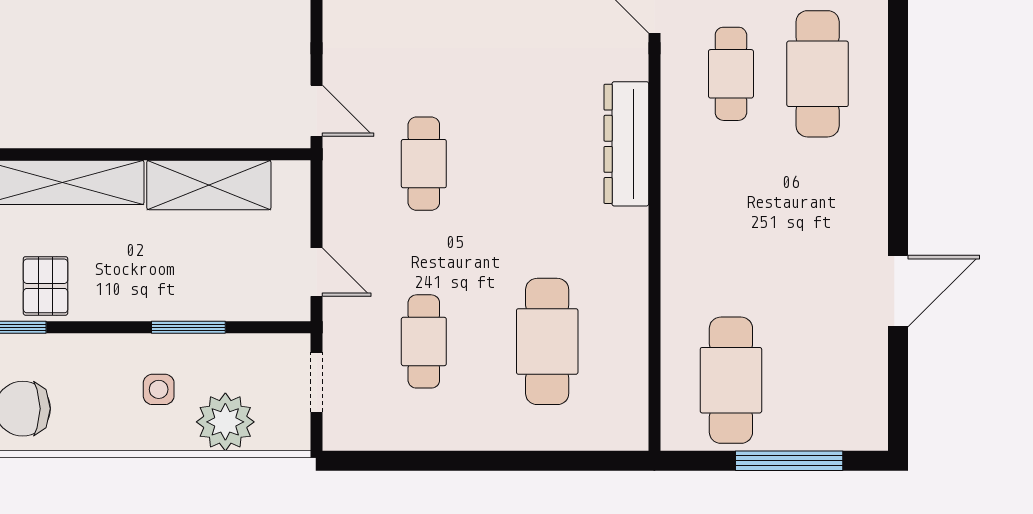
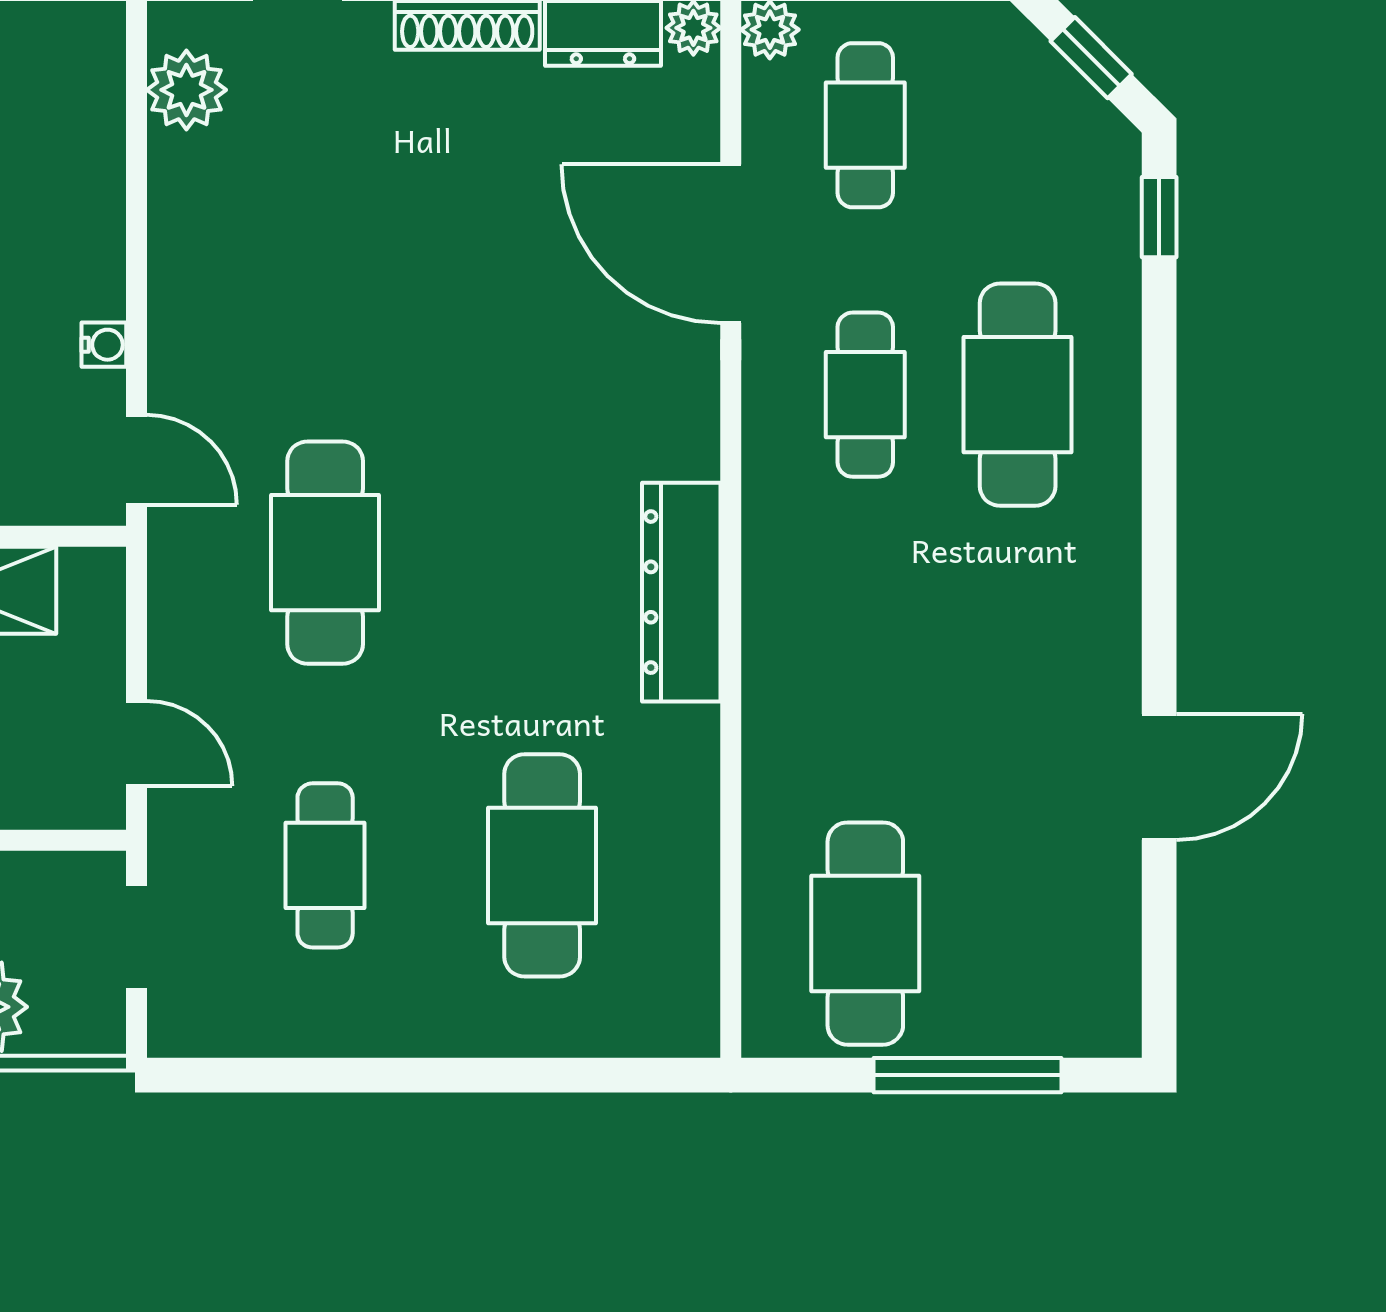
water cooler: (298, 45) -> (104, 345), added
dresser: (626, 144) -> (681, 592), moved
cafe table: (424, 164) -> (325, 553), width x1.37, depth x1.35

